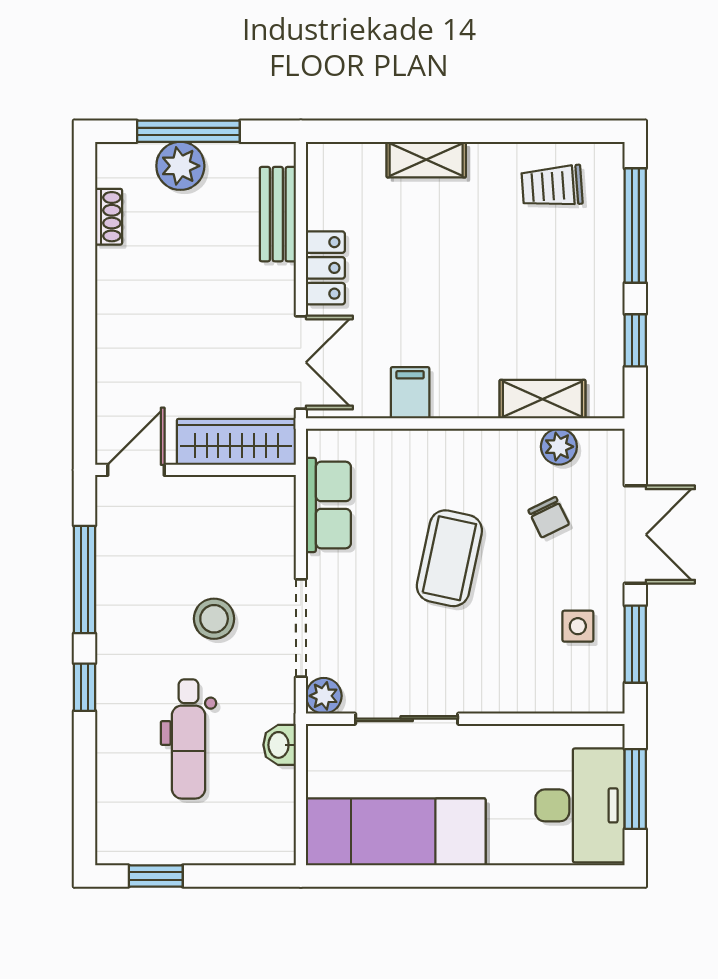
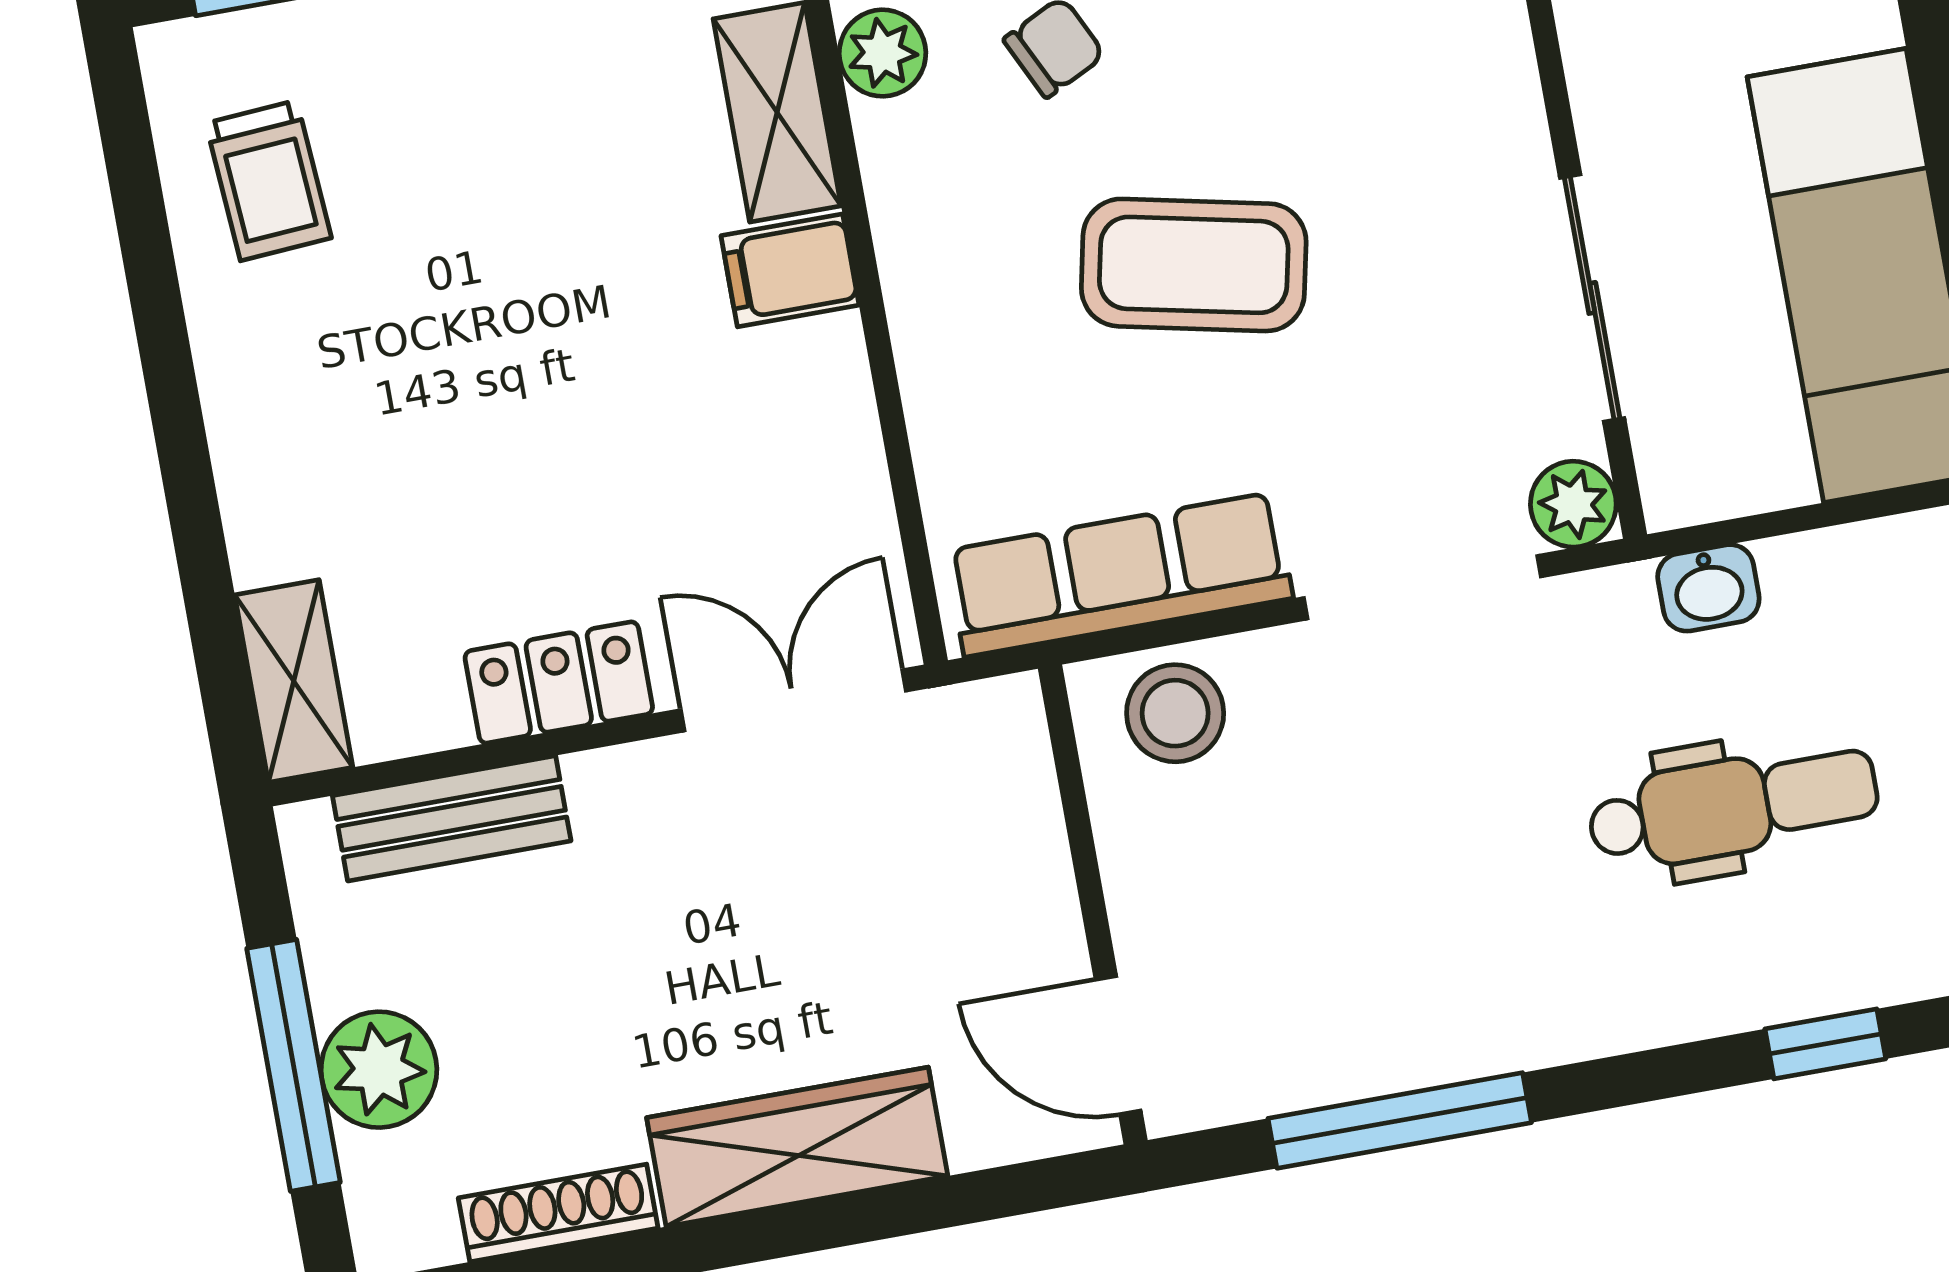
shelving: (426, 160) -> (294, 681), moved
shoe rack: (109, 217) -> (558, 1213), width x1.43
filing cabinet: (410, 393) -> (790, 270), moved
wardrobe: (236, 442) -> (797, 1147), moved, turned 90
row of seats: (328, 505) -> (1119, 574), width x1.48
stool: (214, 619) -> (1175, 713), moved
window: (84, 687) -> (1825, 1044), moved

